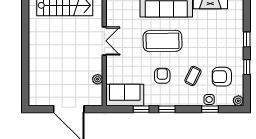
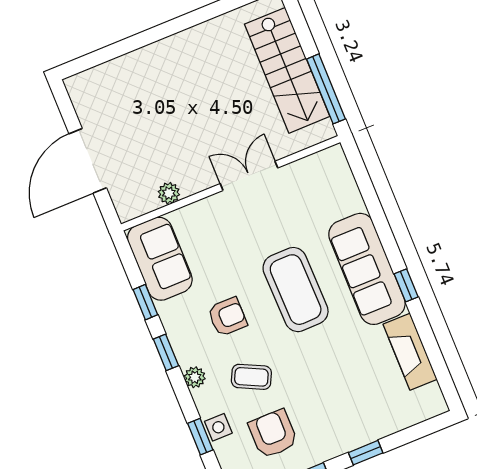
double door: (104, 41) -> (249, 176), swing flipped
plant: (183, 101) -> (195, 377), added

